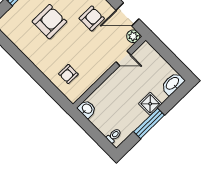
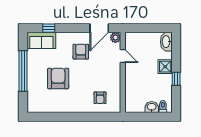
door: (123, 58) -> (123, 56), hinge flipped
washbasin: (87, 109) -> (152, 107), moved
window: (149, 123) -> (176, 79), width x0.46

